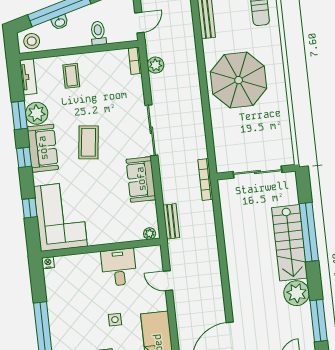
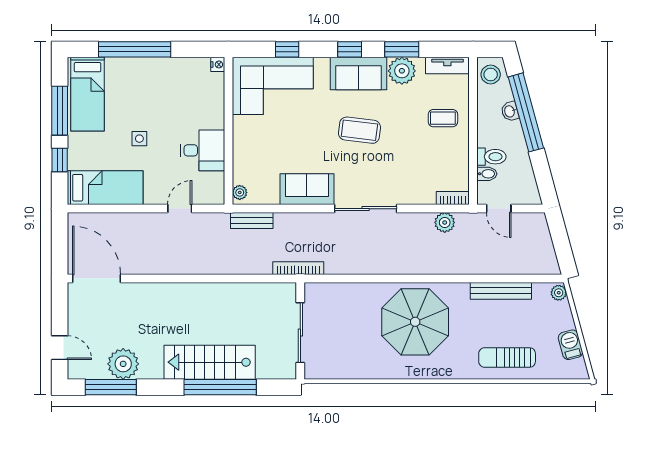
bidet: (112, 35) -> (487, 174), added
plant: (297, 293) -> (123, 364), moved

